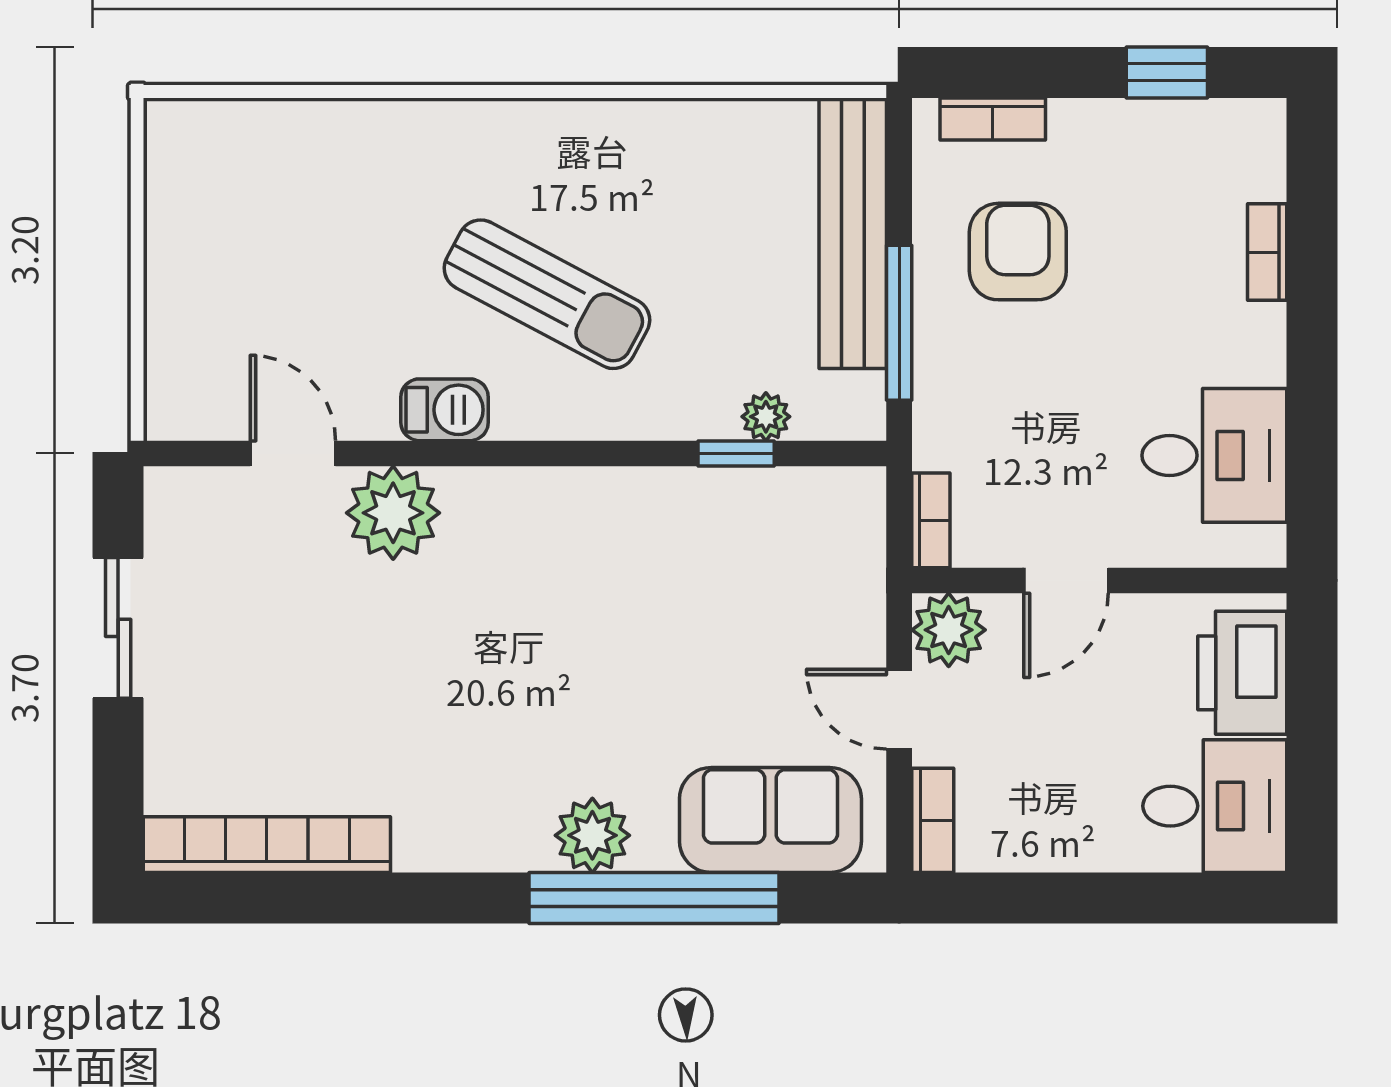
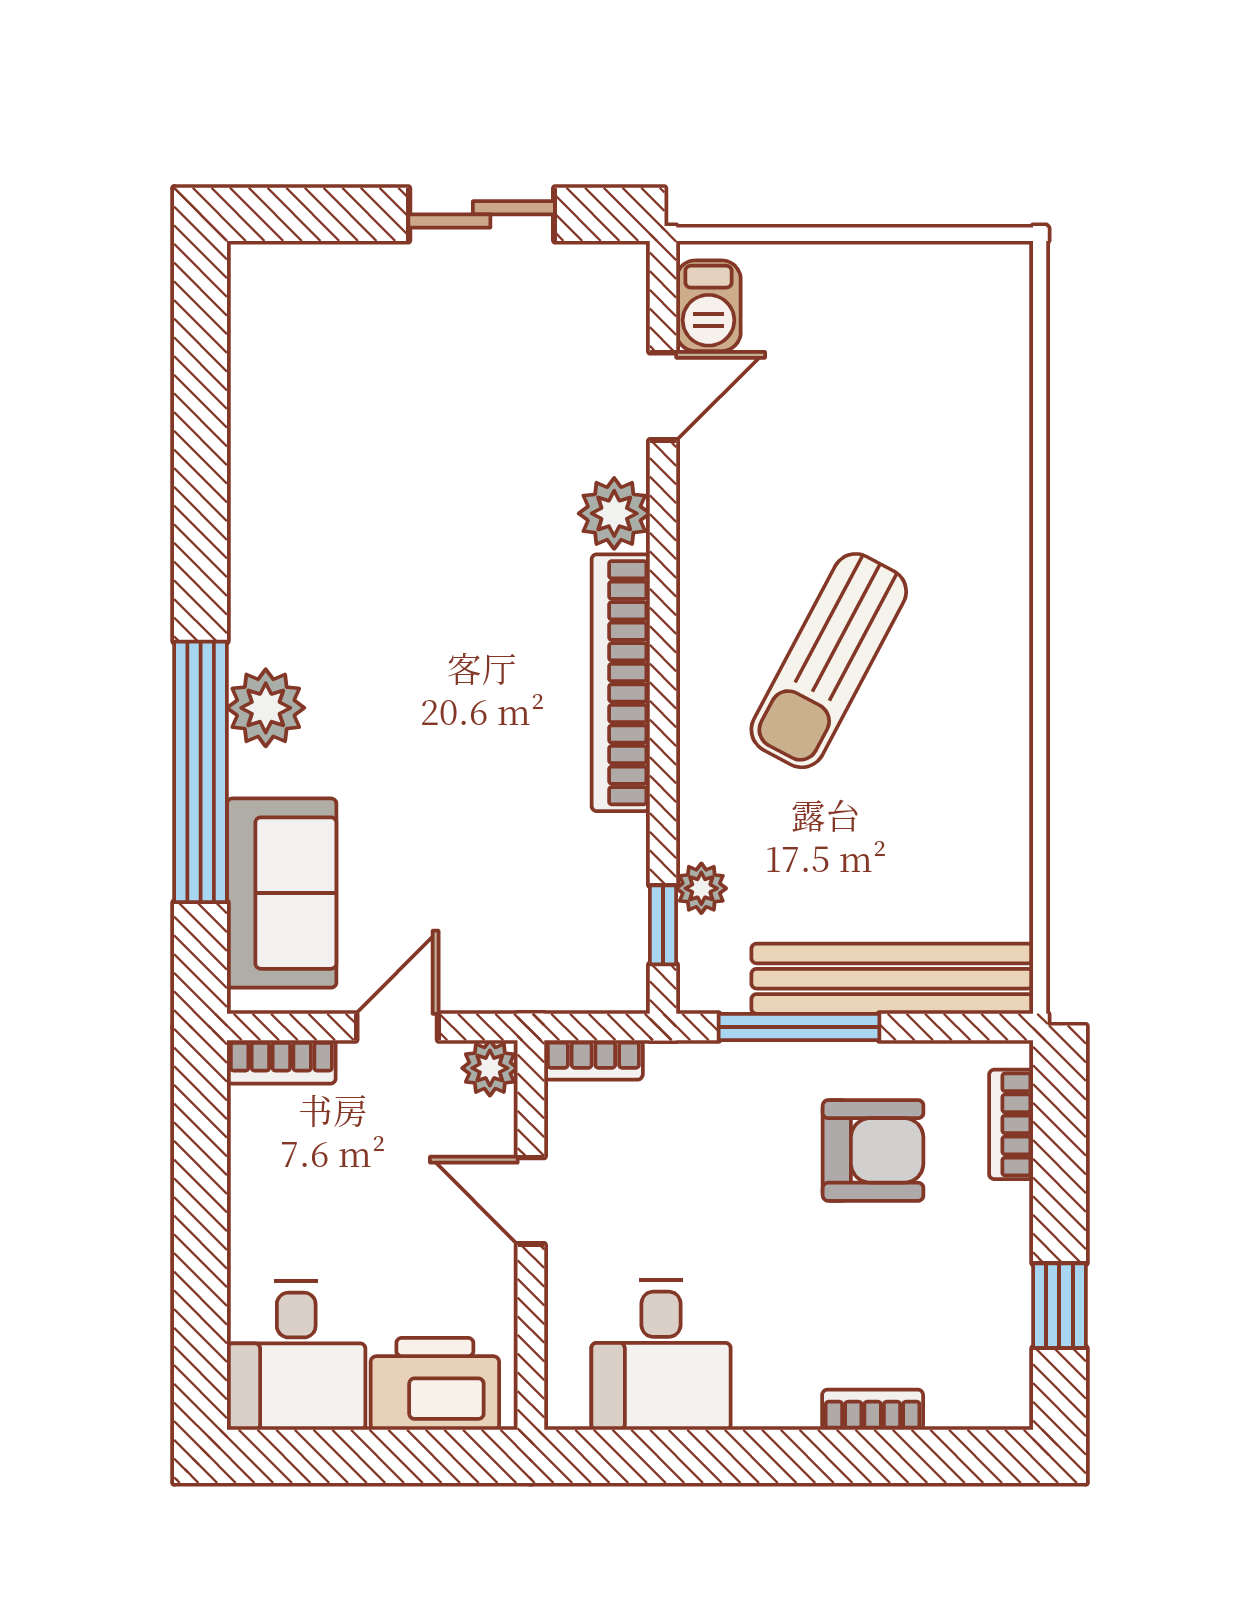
barbecue: (445, 410) -> (708, 306), moved
window: (736, 453) -> (663, 925), moved
plant: (393, 513) -> (614, 513), width x0.73, depth x0.73
plant: (949, 630) -> (490, 1068), width x0.73, depth x0.73
bookcase: (267, 845) -> (621, 683), moved, turned 180

